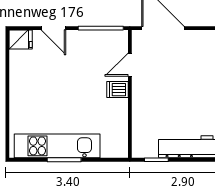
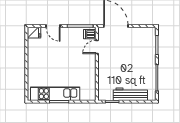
dishwasher: (117, 90) -> (90, 34), moved

